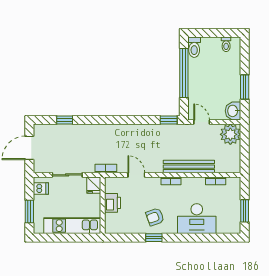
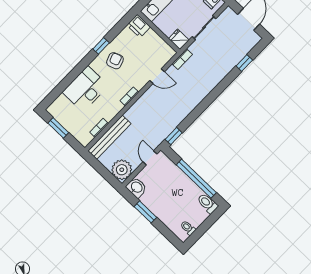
door: (202, 122) -> (150, 158), swing flipped
bench: (189, 167) -> (109, 137), moved
printer: (113, 203) -> (139, 26), moved

